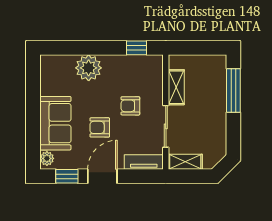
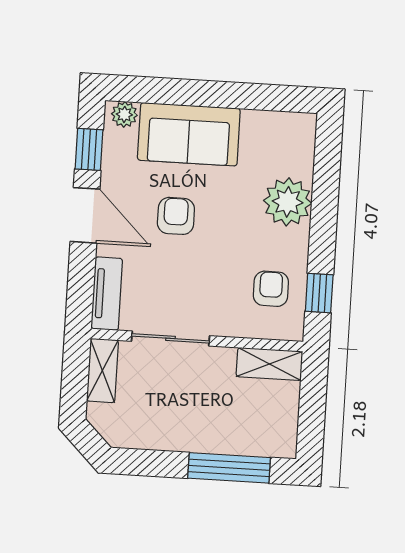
shelving: (176, 87) -> (269, 364), moved
armchair: (130, 106) -> (271, 289), moved

